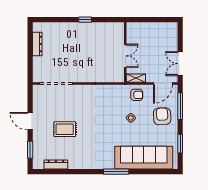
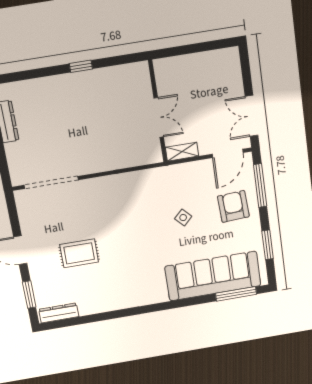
armchair: (137, 95) -> (187, 179), removed
dresser: (56, 165) -> (59, 313), moved
window: (116, 172) -> (236, 294), moved

